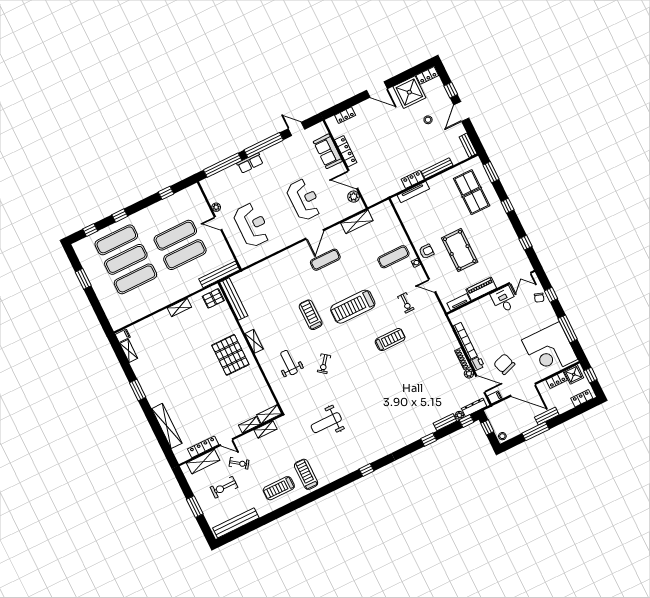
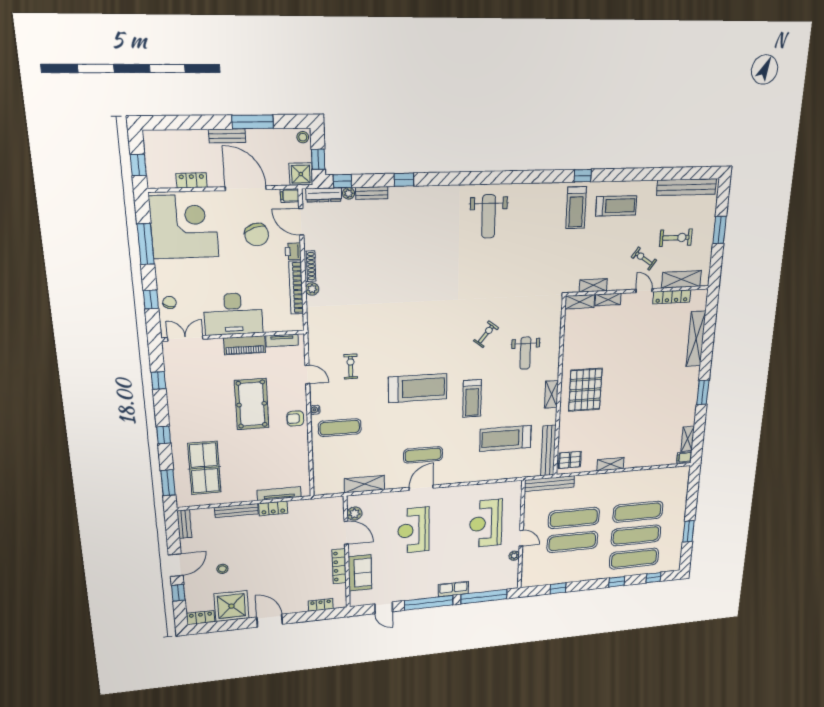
desk: (504, 300) -> (233, 314), width x1.87, depth x1.30
treadmill: (390, 340) -> (506, 438), moved, width x1.37, depth x1.38
plant: (469, 374) -> (312, 289), moved
shower: (574, 374) -> (301, 174), moved
locker: (582, 398) -> (165, 138), removed
weight bench: (326, 423) -> (489, 216), moved, turned 90
window: (366, 470) -> (583, 176), moved

